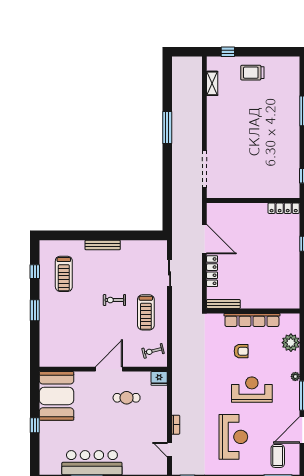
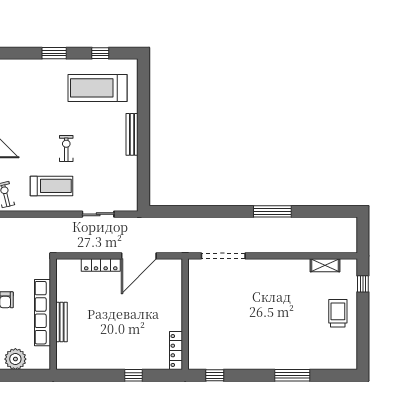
treadmill: (64, 274) -> (98, 88), width x1.37, depth x1.38
bench: (223, 304) -> (62, 322), moved
treadmill: (146, 312) -> (52, 186), turned 180

